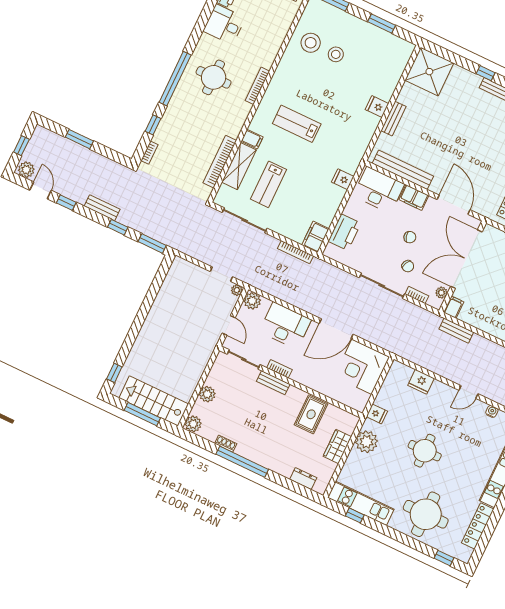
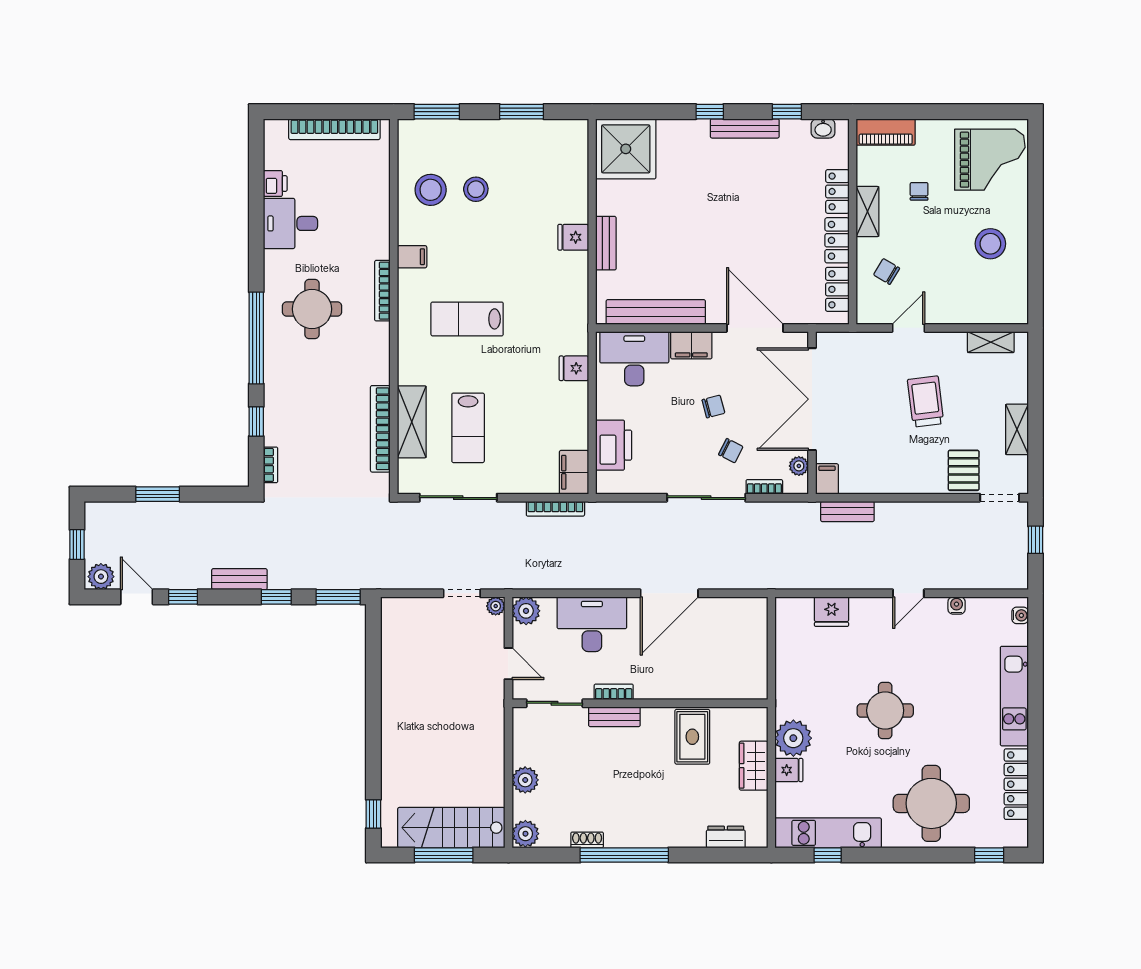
filing cabinet: (252, 139) -> (412, 257), moved
corner desk: (362, 367) -> (734, 631), removed
fridge: (377, 414) -> (789, 770), moved

